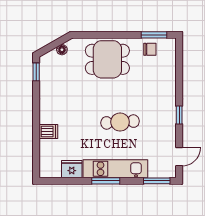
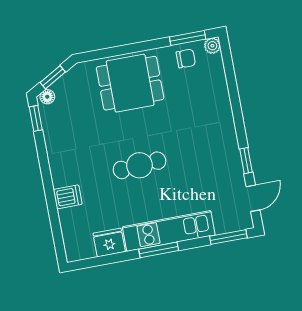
plant: (170, 44) -> (212, 46), added
window: (53, 45) -> (53, 77), added
floor lamp: (62, 50) -> (47, 97), moved
window: (179, 115) -> (246, 161), moved
cafe table: (120, 122) -> (140, 165), moved

